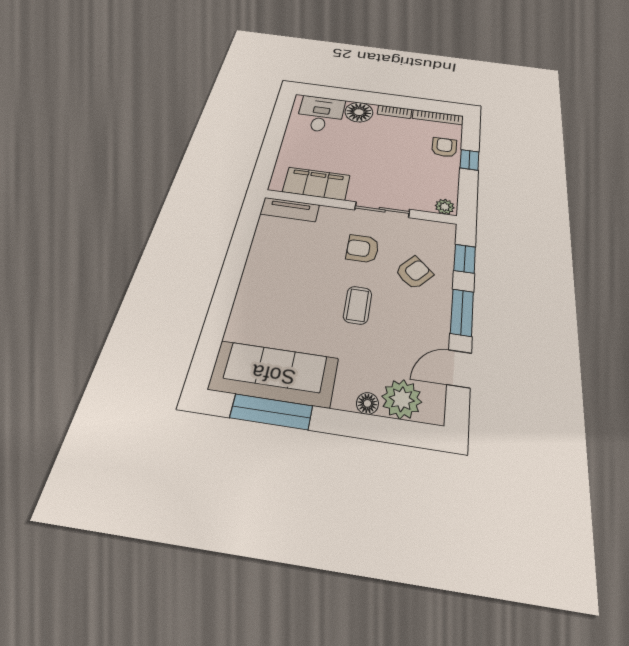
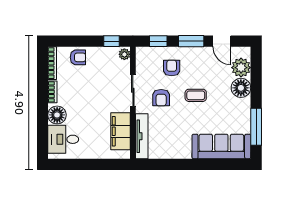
armchair: (444, 147) -> (78, 57), turned 180
window: (469, 160) -> (111, 41), moved
tv unit: (290, 210) -> (142, 136), width x1.41
armchair: (414, 273) -> (172, 68), turned 47
sofa: (274, 374) -> (221, 146), moved, turned 90
floor lamp: (367, 403) -> (241, 88), width x1.89, depth x1.89

